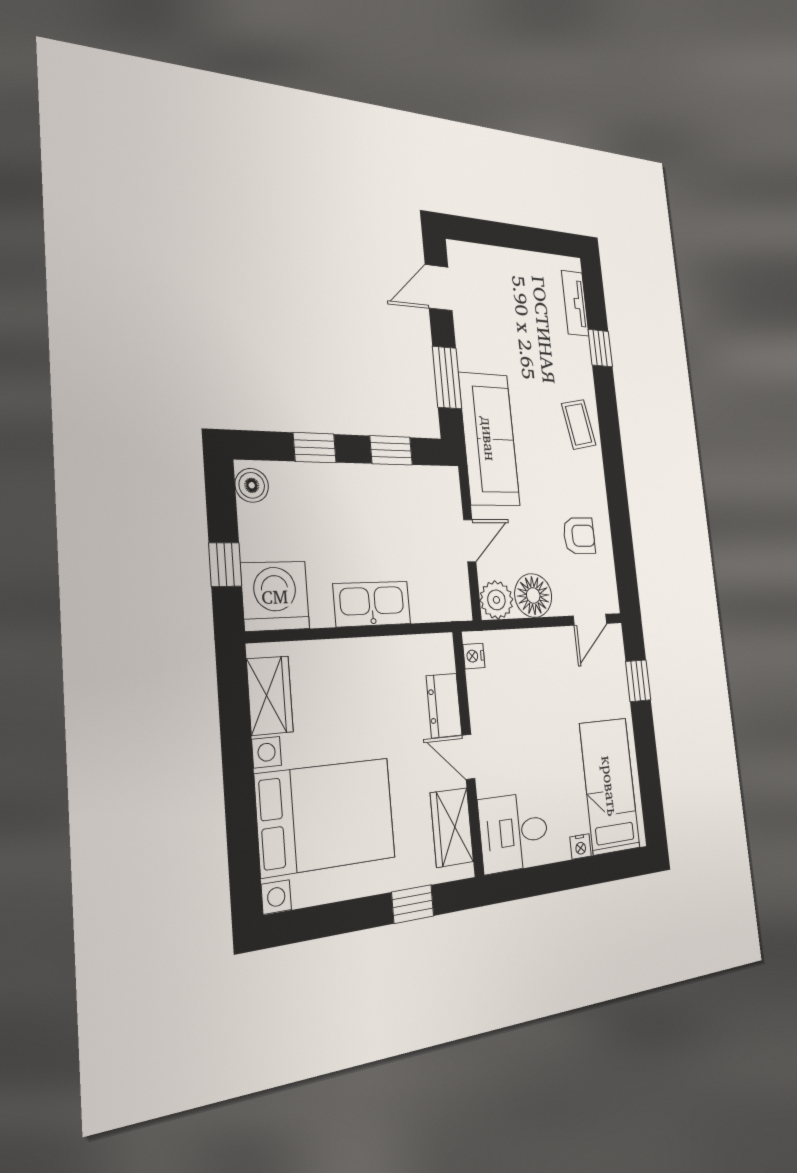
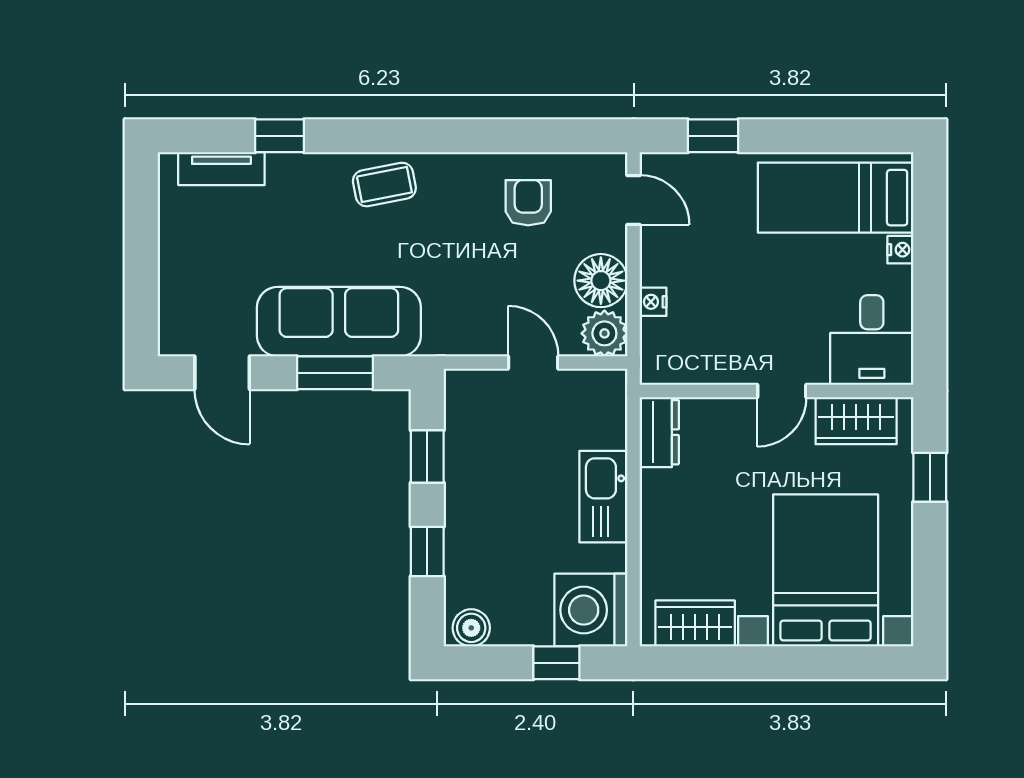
sofa: (489, 439) -> (339, 322), moved
nightstand: (474, 656) -> (653, 302), moved, turned 90
dresser: (444, 705) -> (659, 432), moved, turned -90

